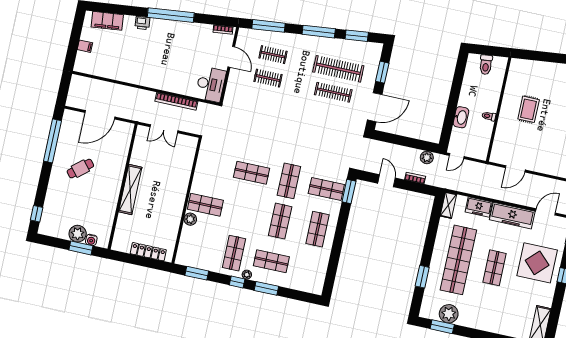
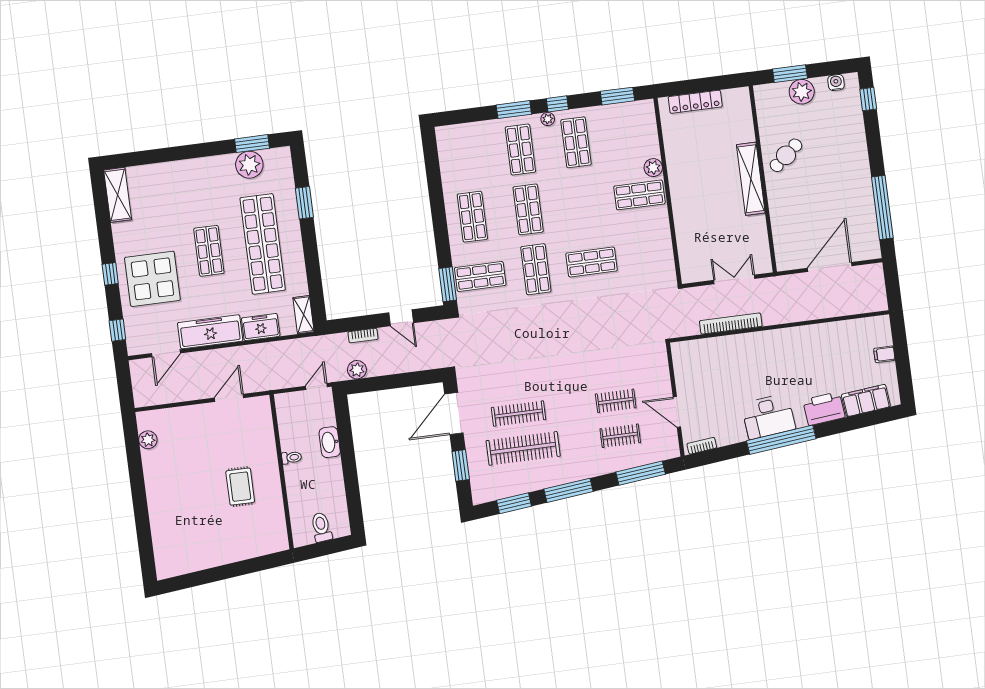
printer: (142, 23) -> (824, 409), width x1.87, depth x1.48
desk: (211, 84) -> (768, 416), moved, turned -96
cafe table: (80, 169) -> (786, 155), moved
water cooler: (91, 240) -> (836, 83), moved
shop shelf: (271, 261) -> (520, 150), turned 90

